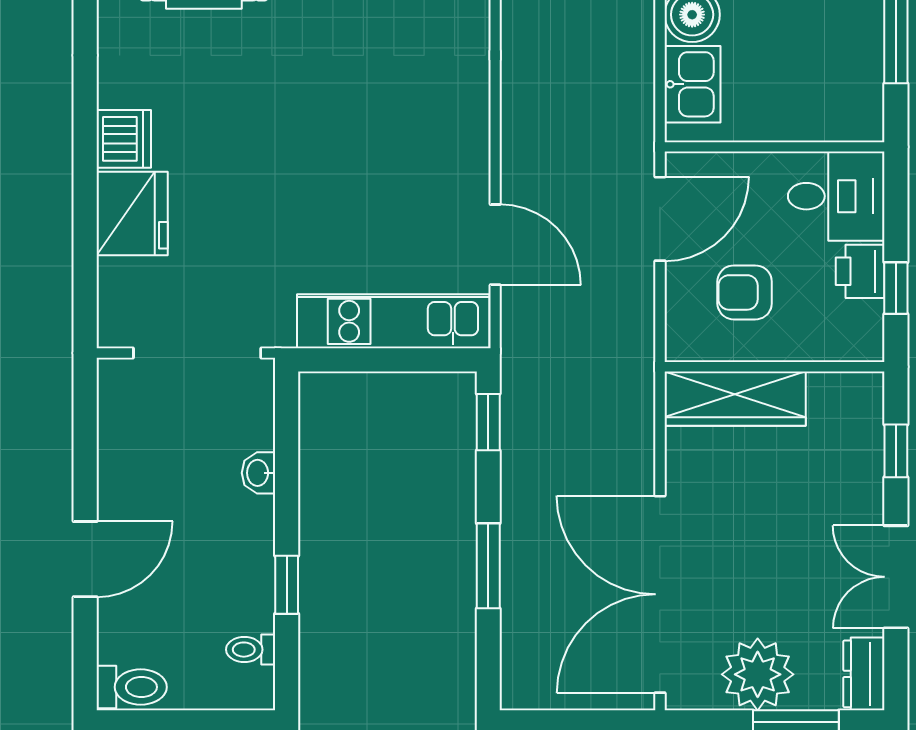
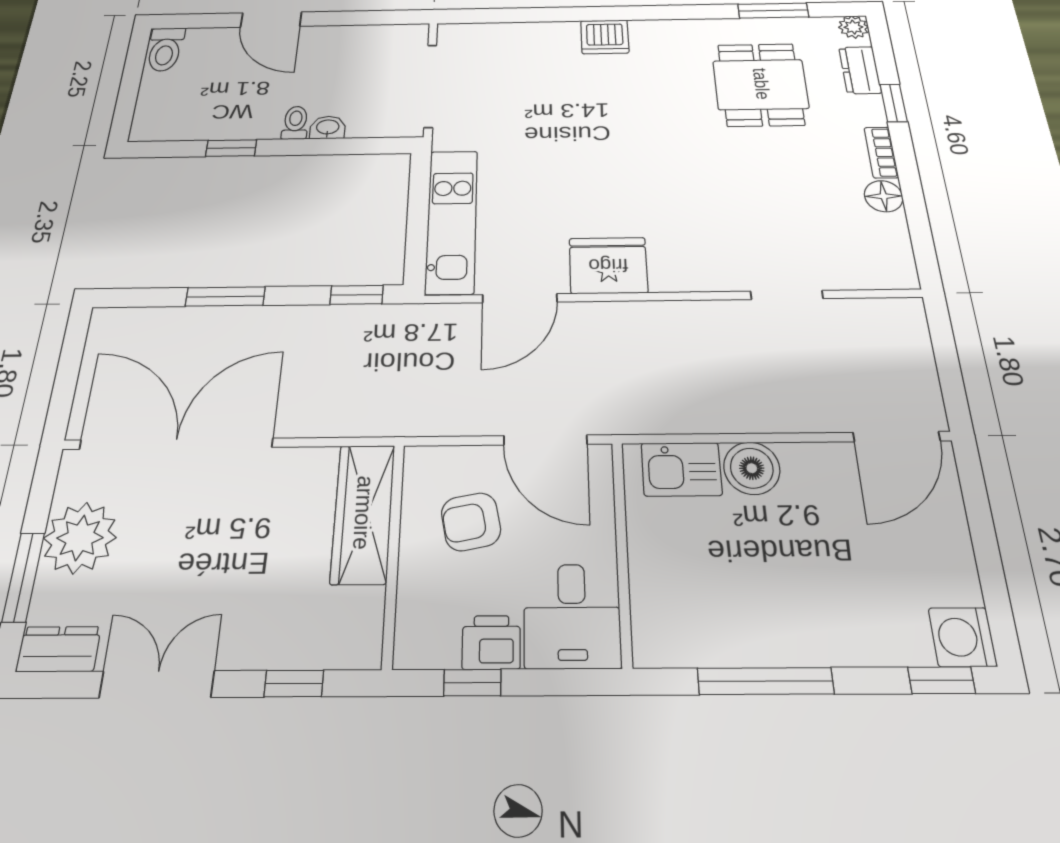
fridge: (132, 213) -> (608, 265), moved, turned 180
armchair: (745, 292) -> (471, 522), turned -101
toilet: (251, 650) -> (295, 123), moved

